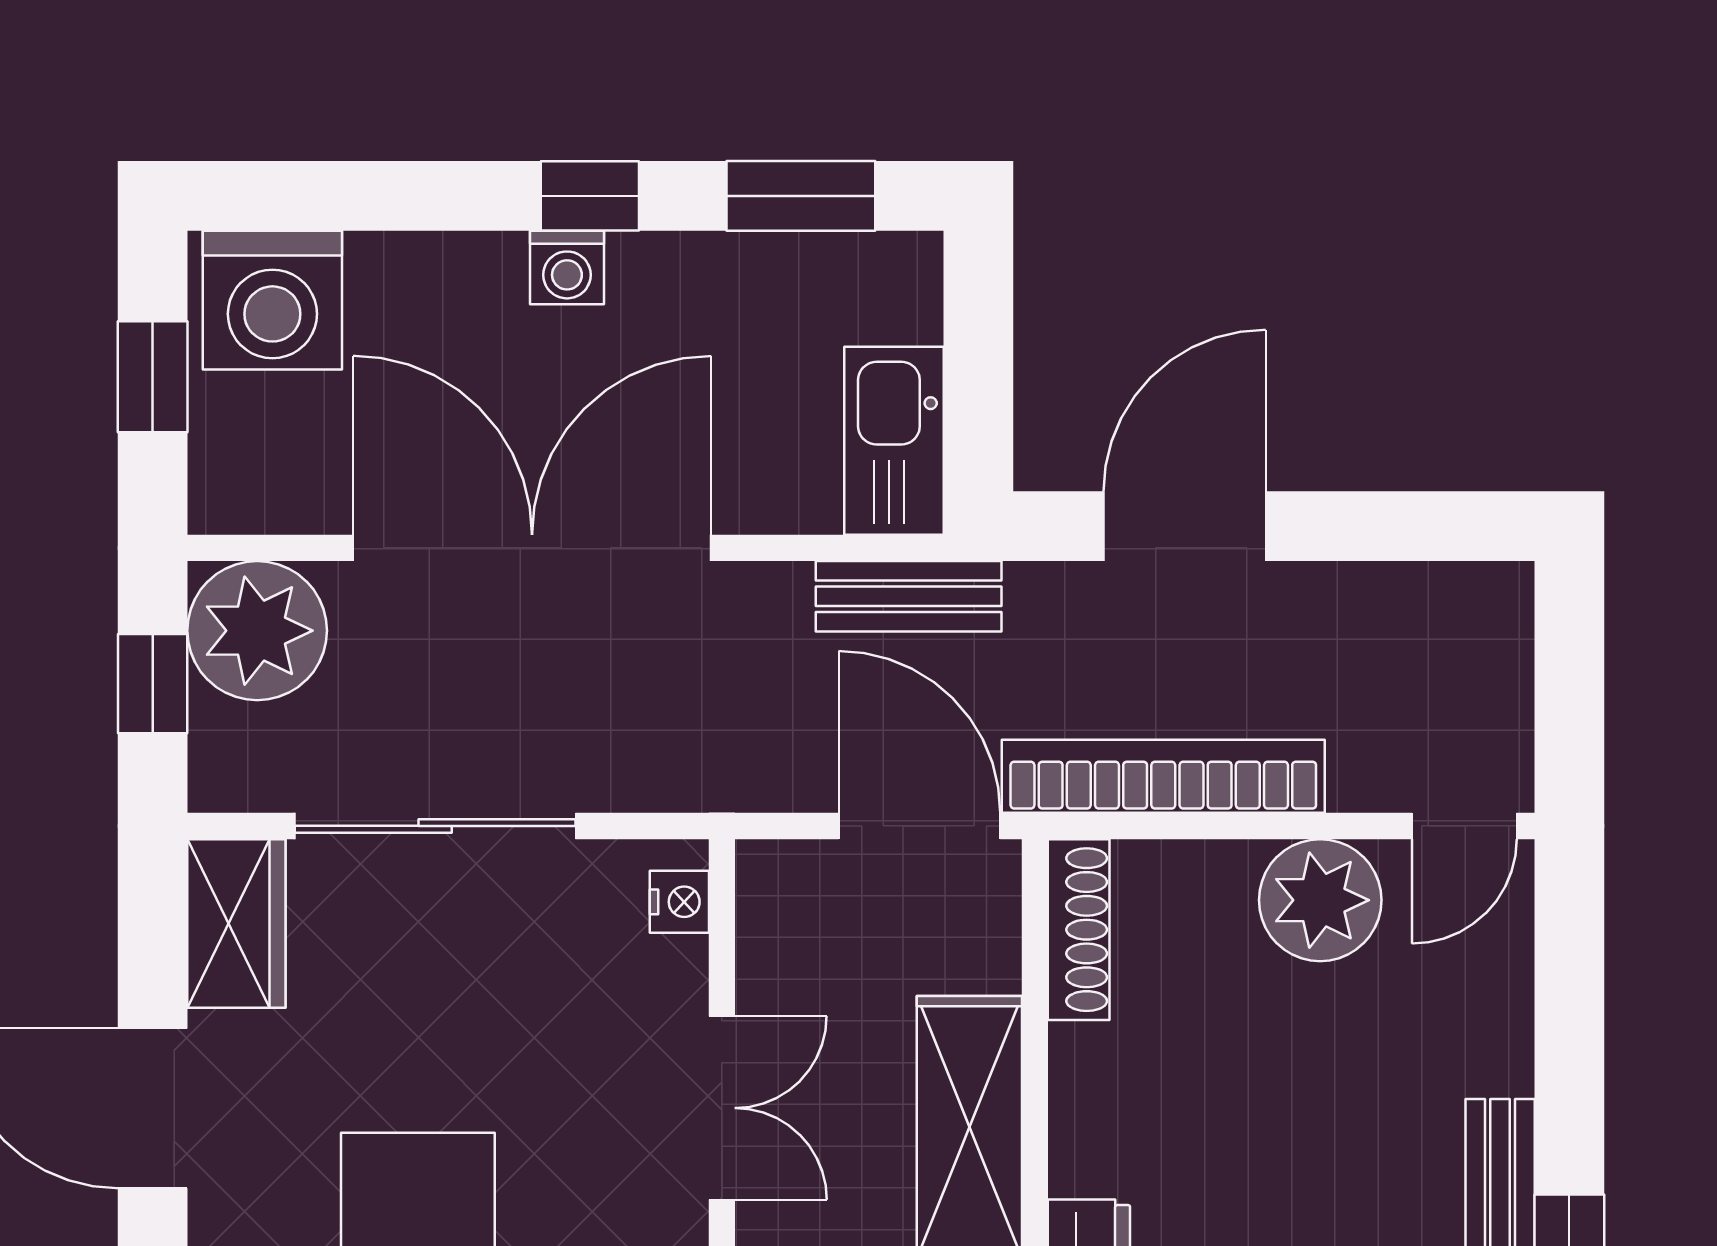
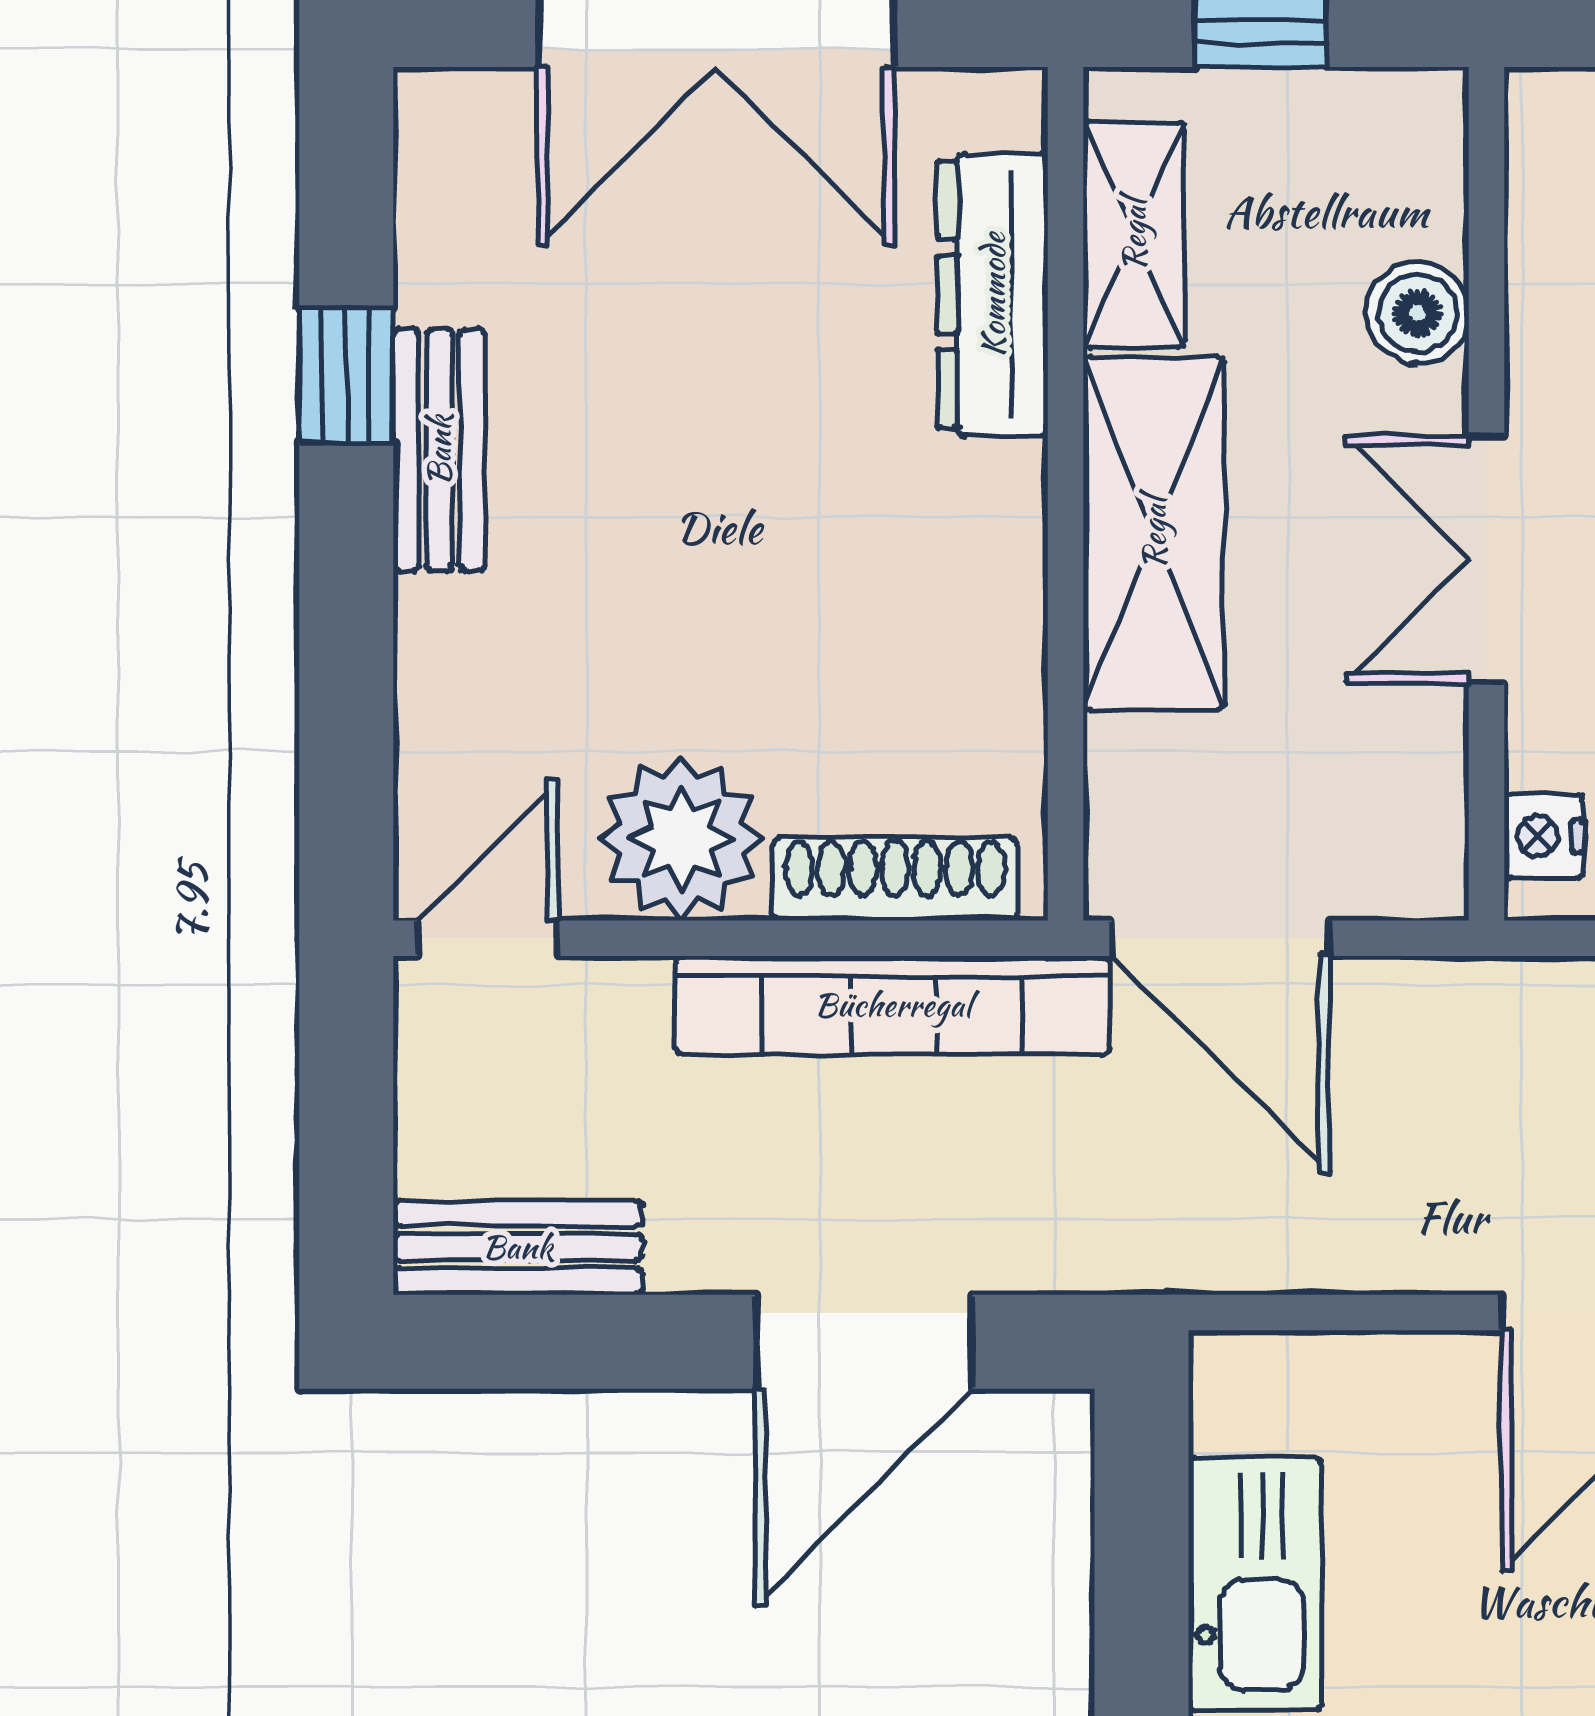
kitchen sink: (894, 441) -> (1255, 1584), moved
bench: (909, 596) -> (518, 1247), moved
shoe rack: (1079, 930) -> (895, 879), moved, turned 90

